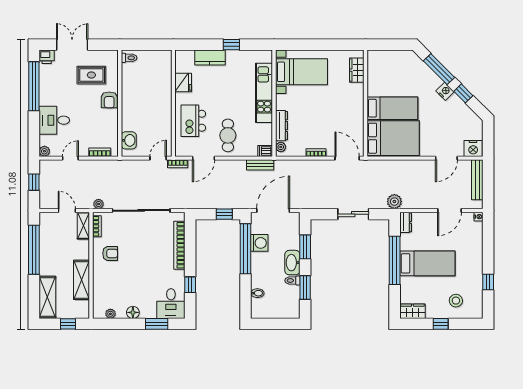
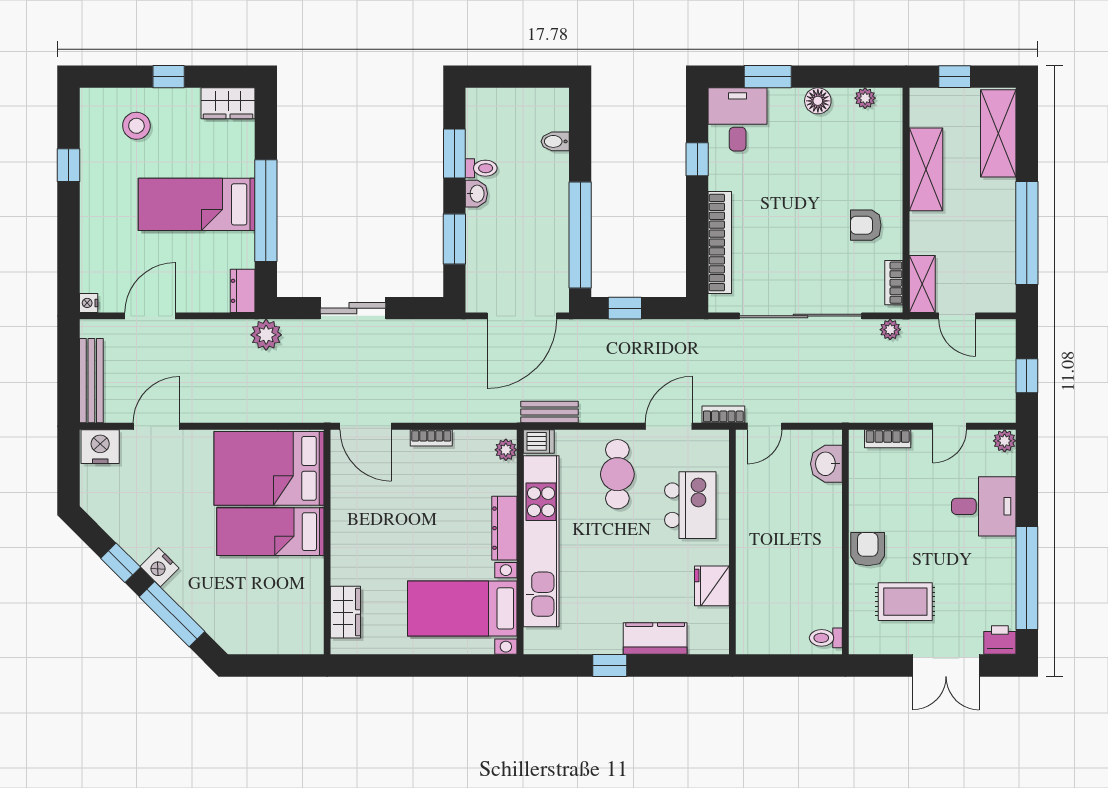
kitchen unit: (264, 93) -> (541, 541), width x1.36
dresser: (282, 126) -> (504, 528), moved
washing machine: (259, 243) -> (551, 247), removed
washbasin: (292, 263) -> (476, 194), width x0.52, depth x0.69

